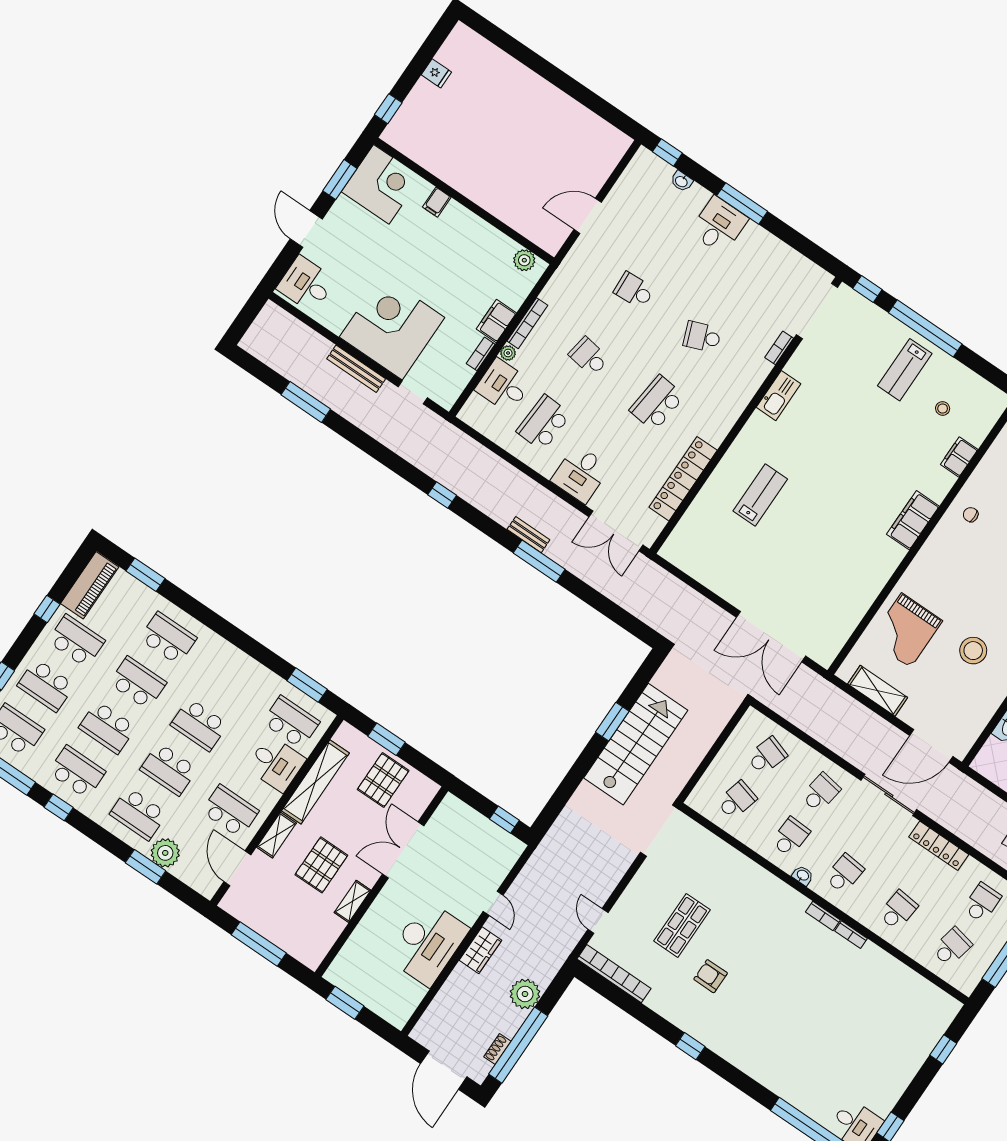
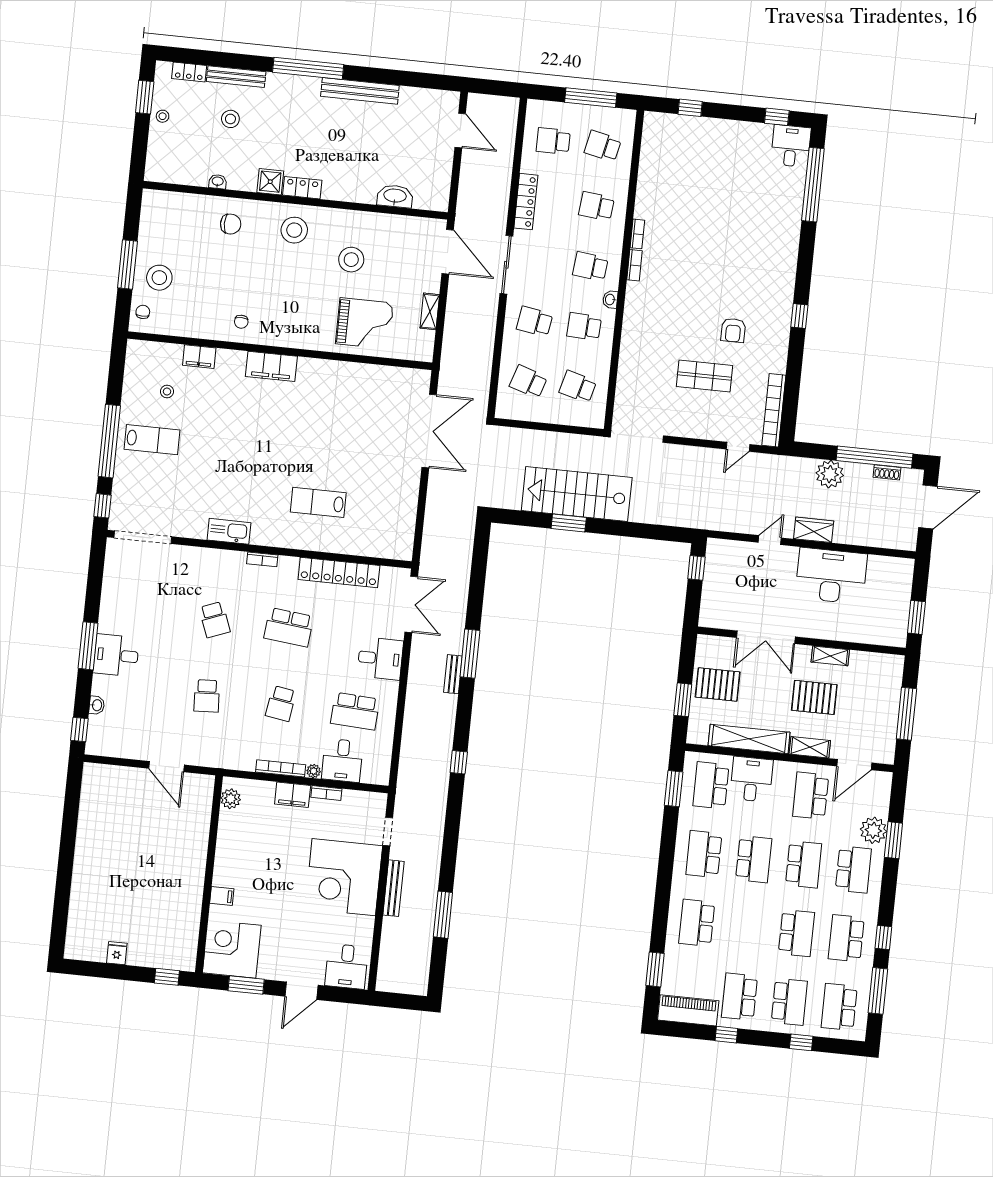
bookcase: (779, 348) -> (262, 559), moved
school desk: (138, 683) -> (704, 854), moved
shelving: (878, 691) -> (430, 311), width x0.67, depth x0.75

